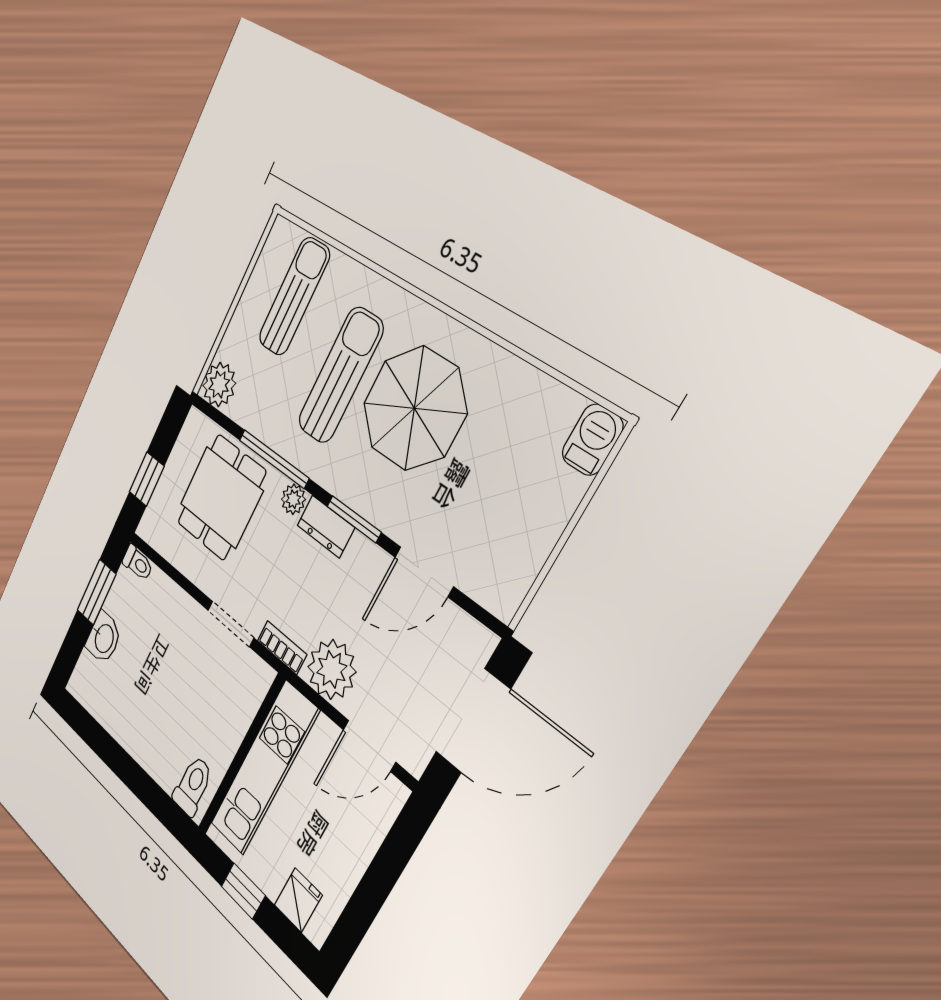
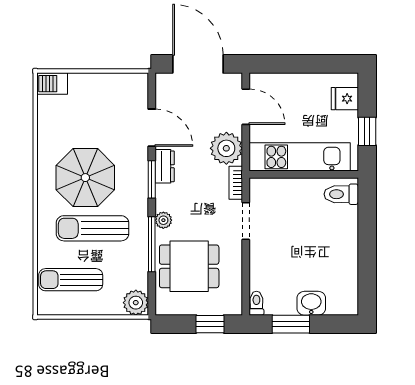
dresser: (326, 526) -> (165, 166), moved

